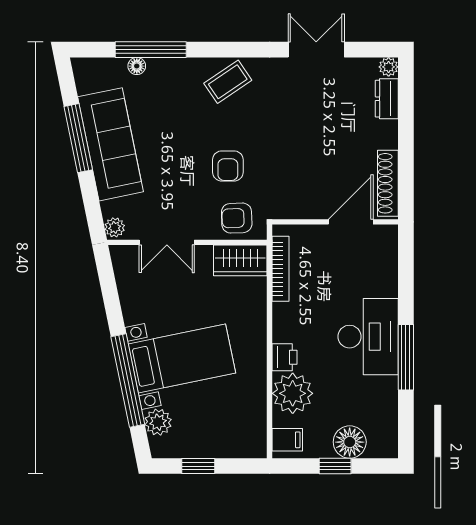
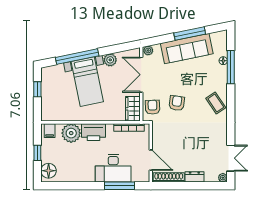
double door: (316, 50) -> (231, 158), moved
dresser: (387, 99) -> (194, 177), moved
armchair: (228, 166) -> (177, 103), turned 98
double door: (167, 242) -> (141, 75), width x1.37
desk: (368, 337) -> (113, 168), moved
printer: (285, 357) -> (93, 132), width x1.87, depth x1.48
window: (406, 357) -> (120, 186), moved
plant: (158, 422) -> (110, 60), moved
floor lamp: (350, 442) -> (49, 171), moved

